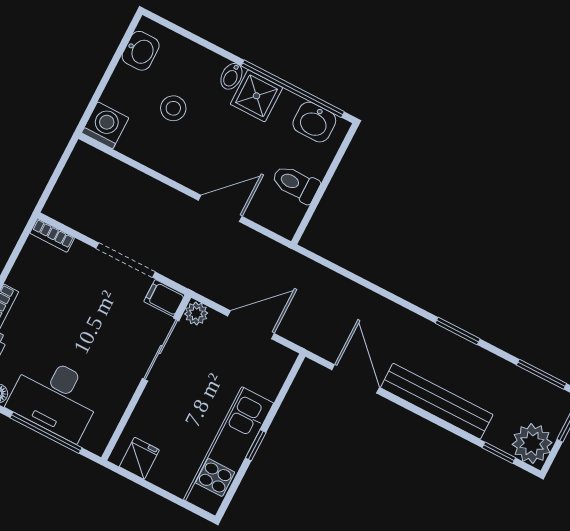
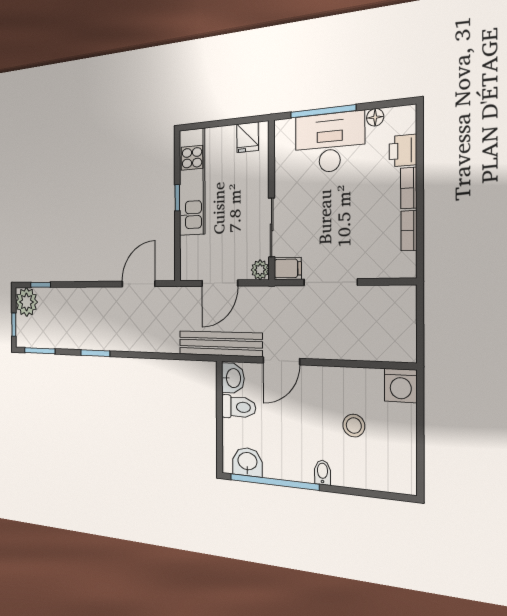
washbasin: (141, 51) -> (233, 378), moved, turned 180
shower: (257, 96) -> (297, 464), removed
bookcase: (52, 235) -> (409, 231), moved, turned -90
door: (356, 379) -> (138, 284), swing flipped
bench: (437, 401) -> (220, 344), moved

